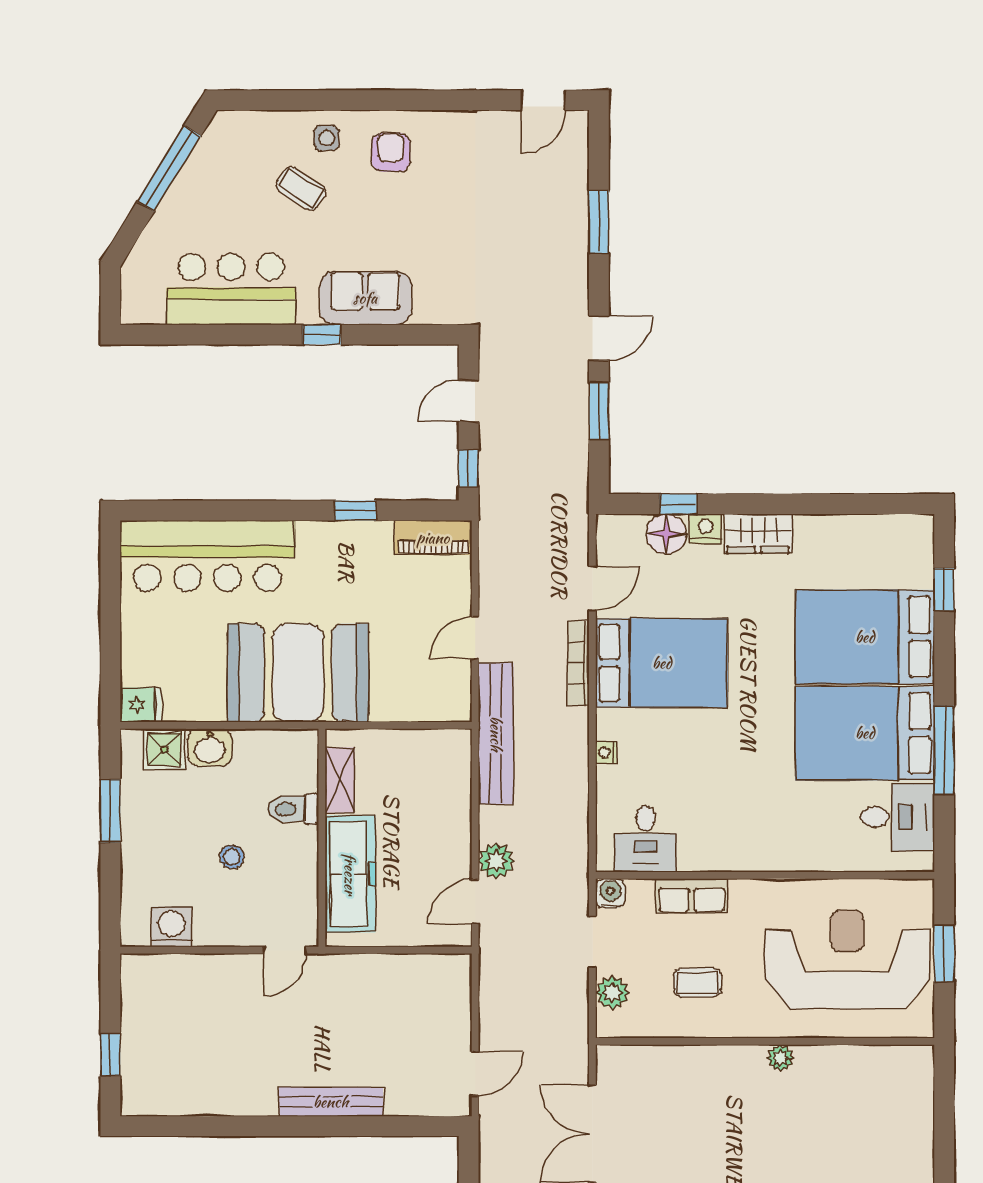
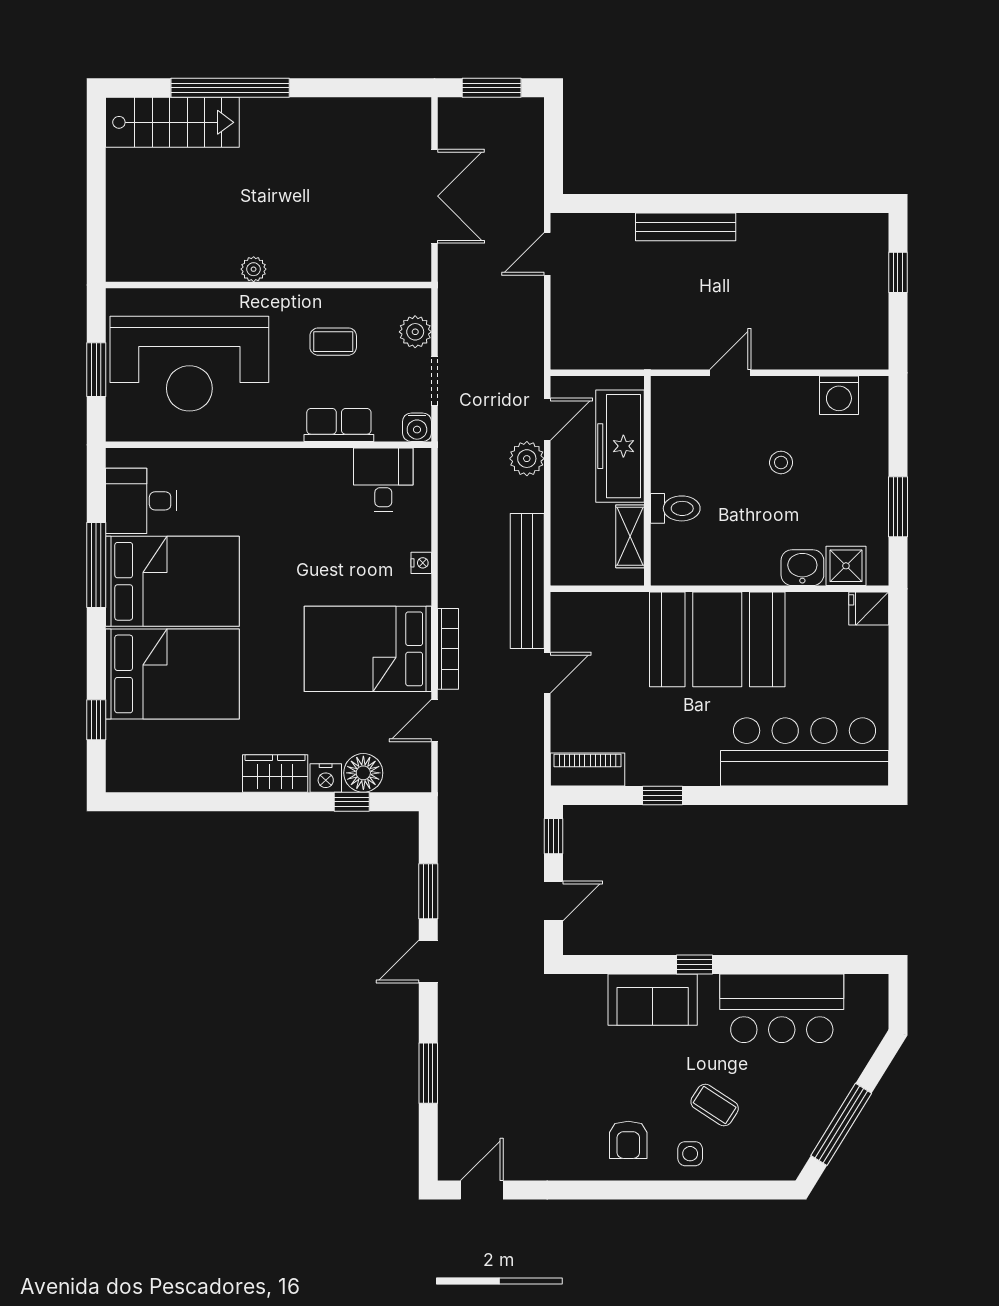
shelving: (340, 780) -> (630, 536), moved
toilet: (293, 809) -> (675, 508), moved
wall: (322, 838) -> (647, 481), moved
freezer: (350, 874) -> (620, 446), moved

